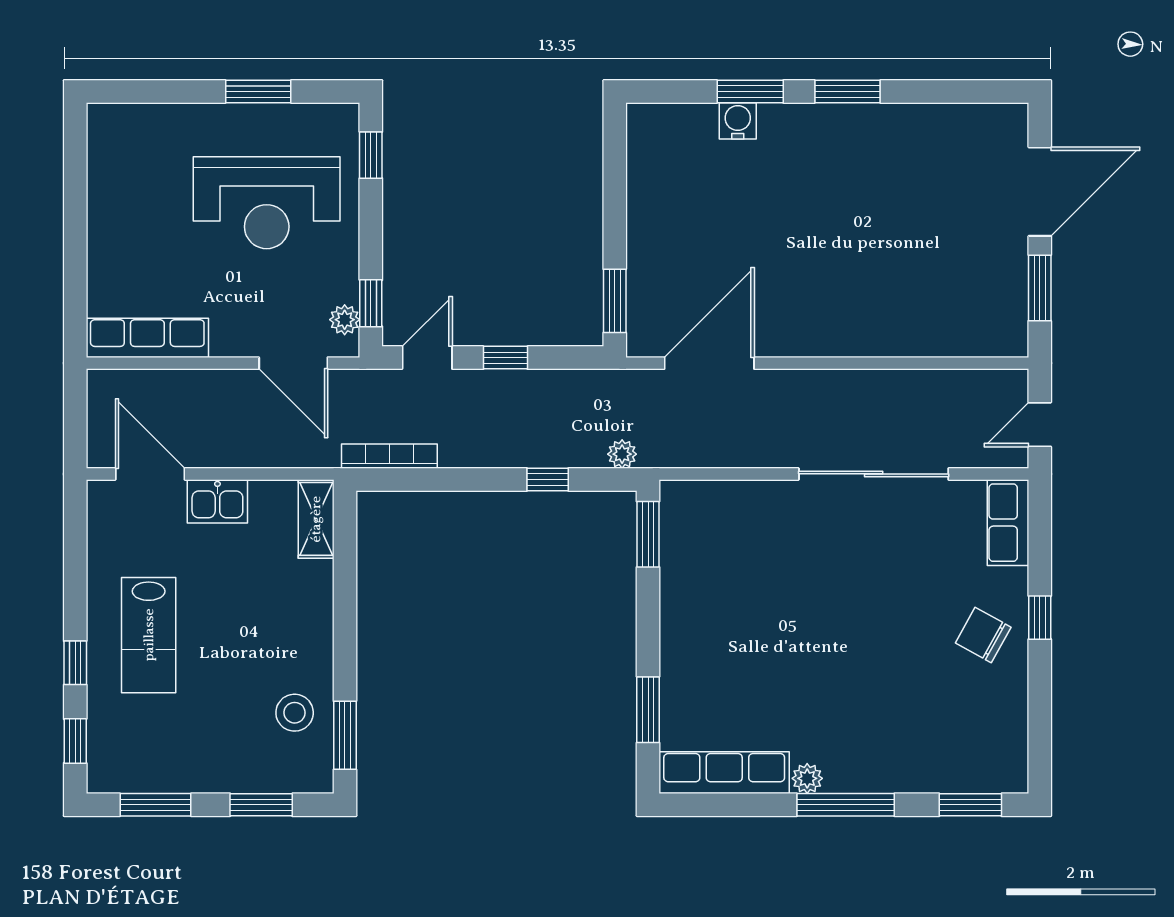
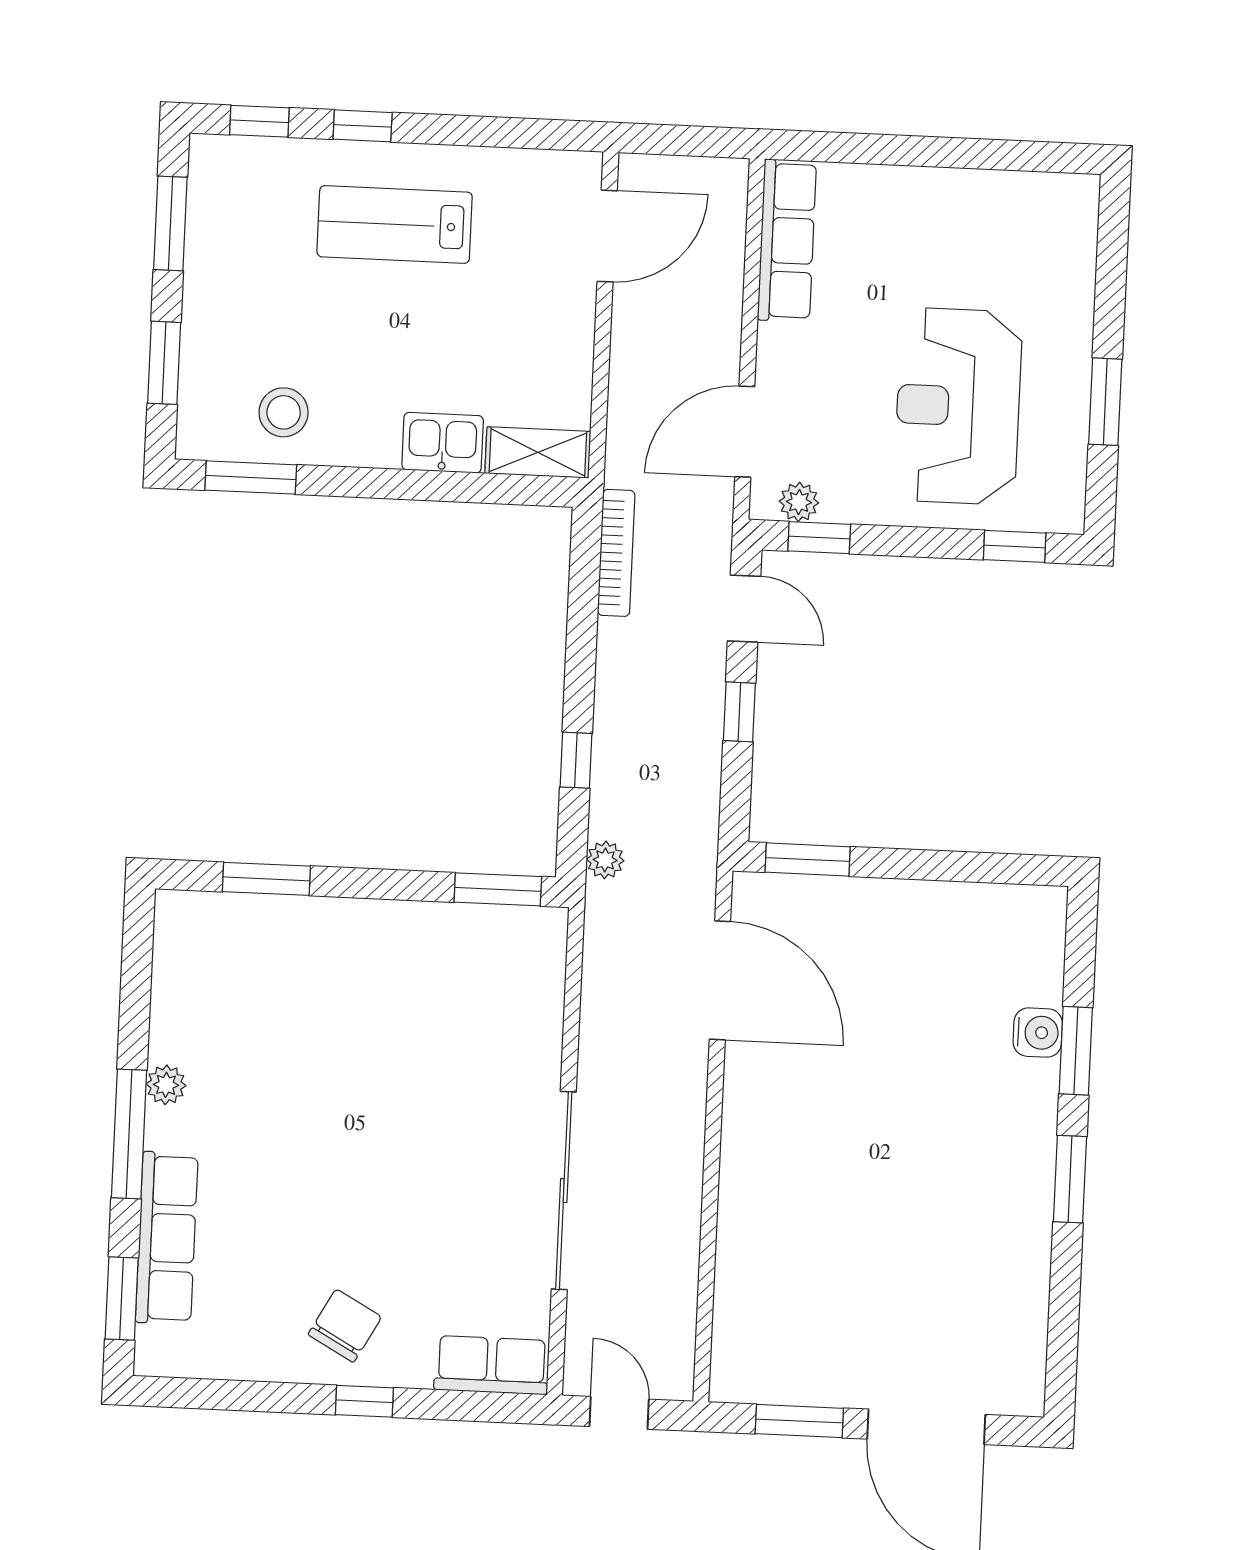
kitchen sink: (217, 501) -> (443, 443), moved, turned 90
row of seats: (724, 773) -> (167, 1238), moved

